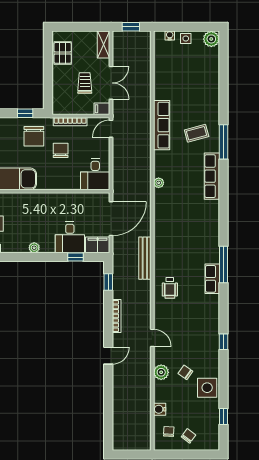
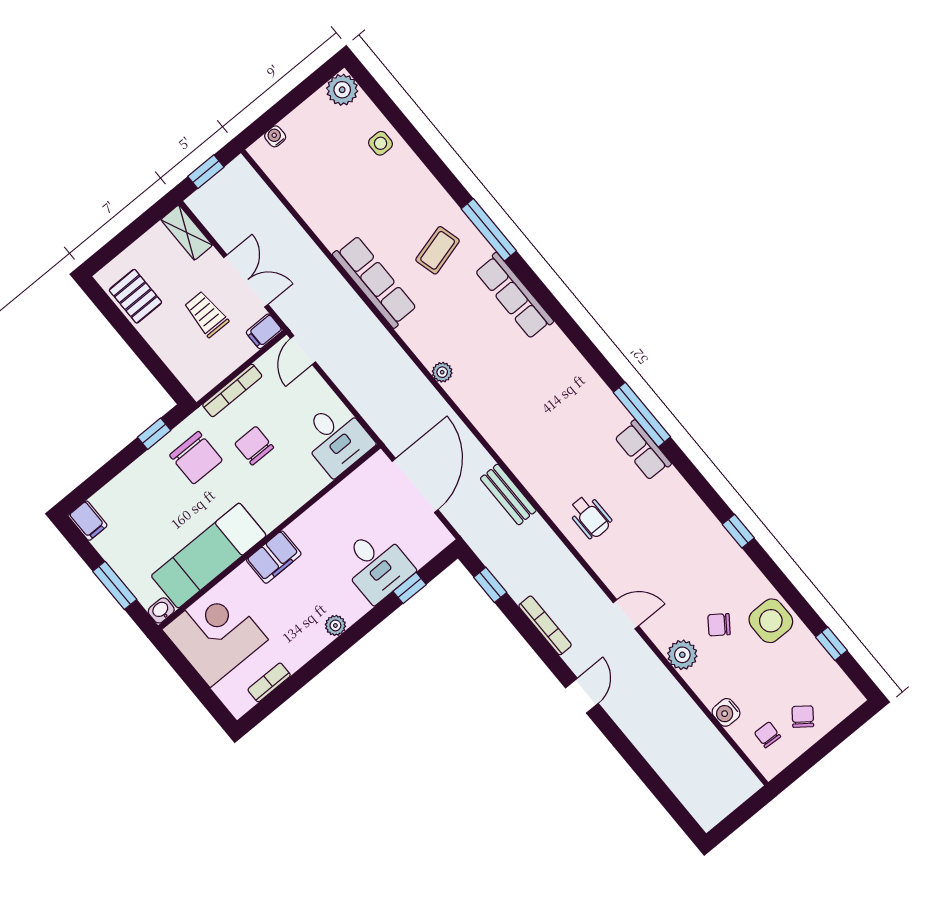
side table: (186, 38) -> (381, 143), moved
filing cabinet: (98, 245) -> (274, 557), moved, turned 180
bench: (145, 258) -> (508, 494), width x0.73

